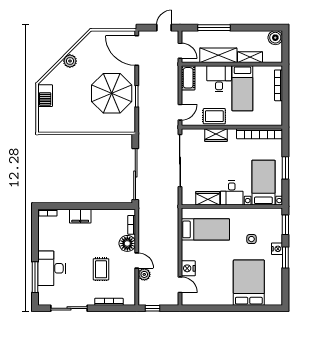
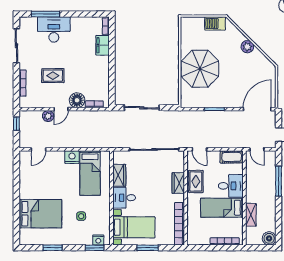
door: (180, 51) -> (257, 149), hinge flipped
shelving: (218, 55) -> (253, 185), removed
parasol: (112, 93) -> (200, 69), moved
sliding door: (135, 174) -> (142, 108), width x0.73
filing cabinet: (80, 216) -> (103, 45), moved
nightstand: (277, 249) -> (98, 240), moved
window: (285, 258) -> (53, 248), moved
nightstand: (188, 268) -> (72, 157), moved

